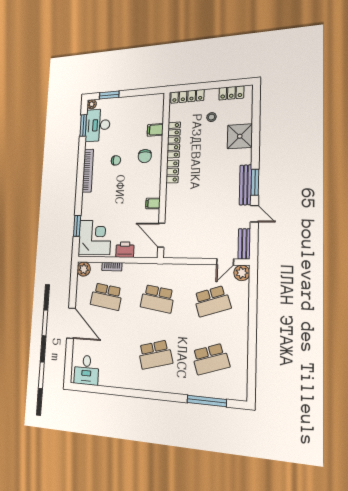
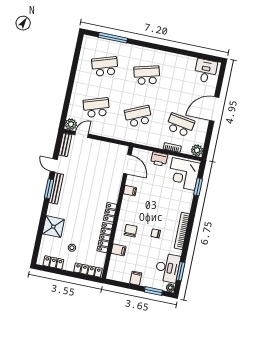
filing cabinet: (131, 103) -> (136, 278), added
school desk: (157, 299) -> (138, 116), turned -33
door: (71, 323) -> (214, 109), hinge flipped

